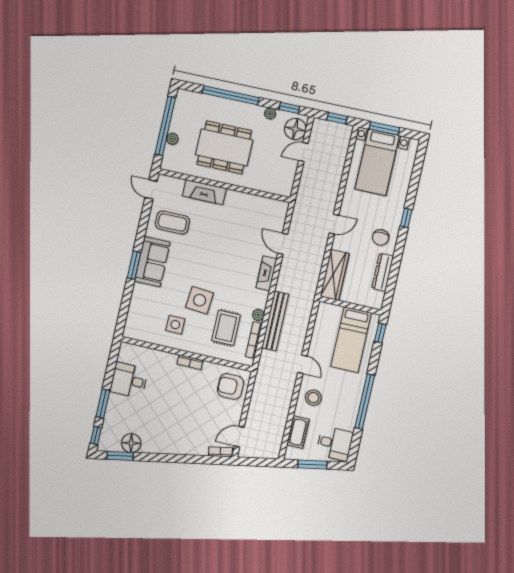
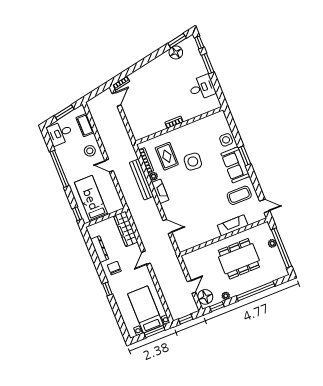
fireplace: (266, 273) -> (160, 191), moved
side table: (175, 325) -> (226, 140), moved
armchair: (230, 386) -> (141, 124), removed

